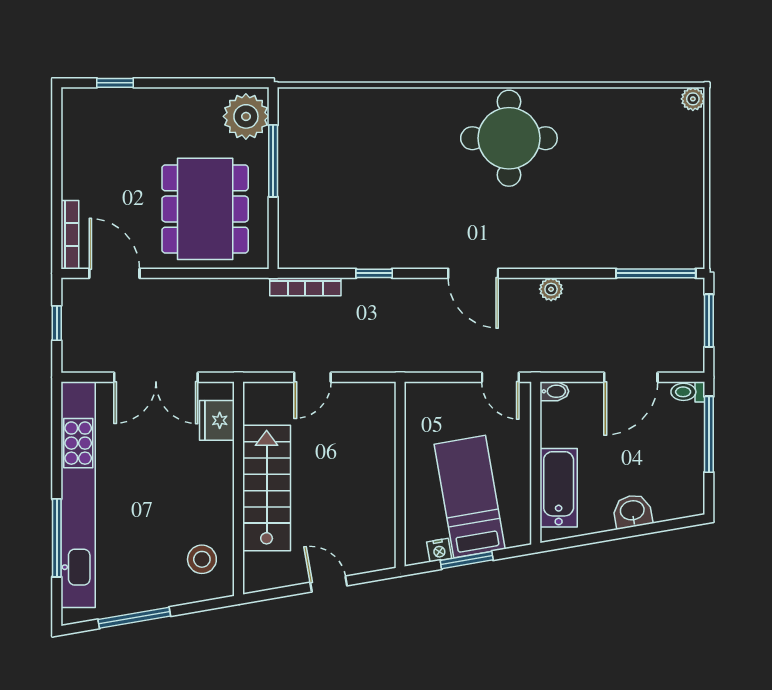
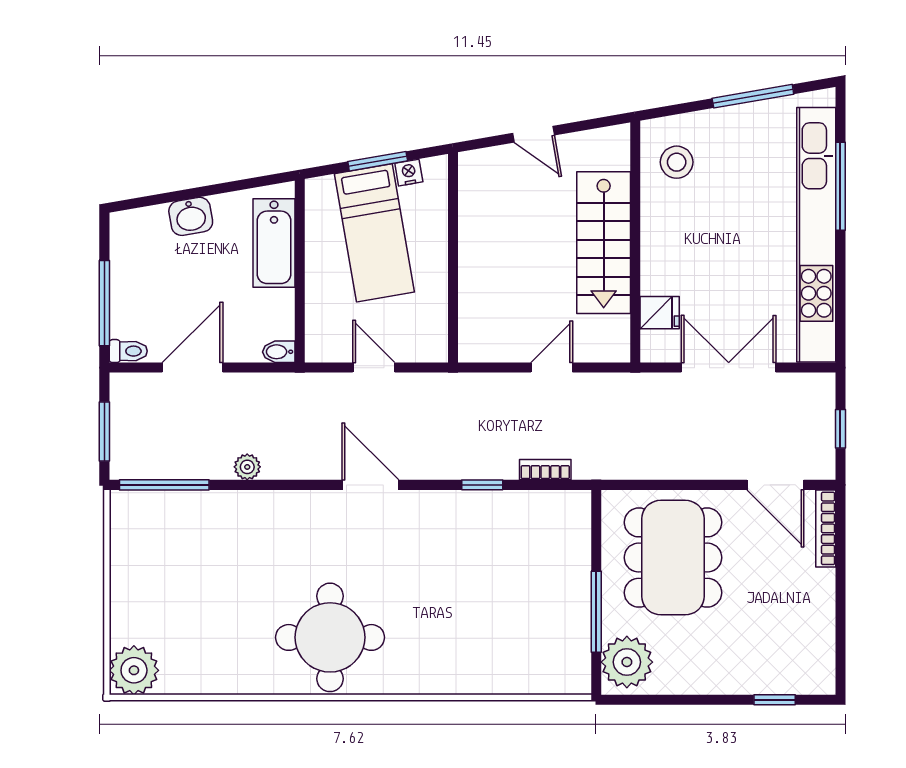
plant: (693, 99) -> (134, 670), width x1.88, depth x1.88
bookcase: (305, 287) -> (545, 470), width x0.64
plant: (551, 289) -> (247, 467), moved
door: (500, 377) -> (374, 368), moved
fridge: (217, 420) -> (660, 313), width x0.72

